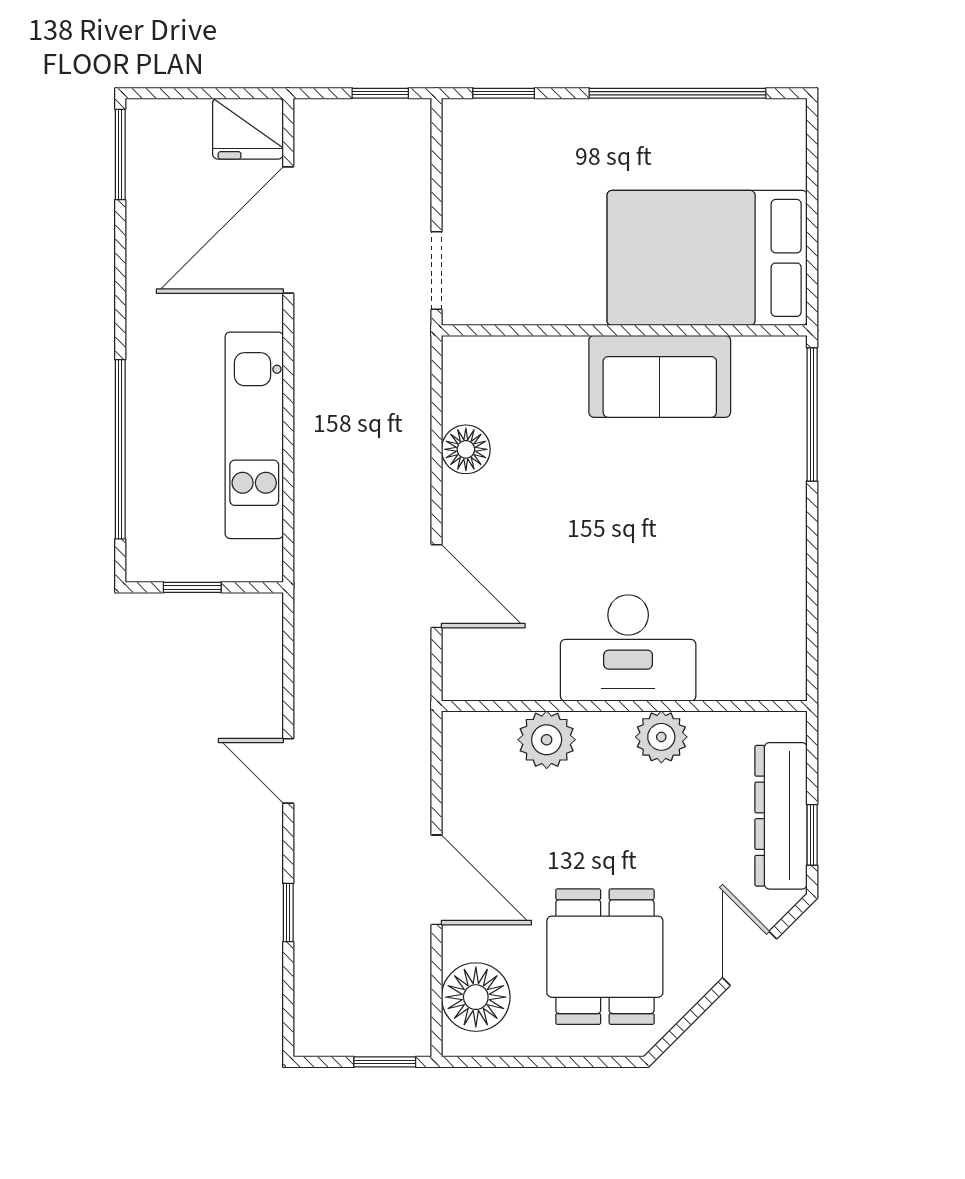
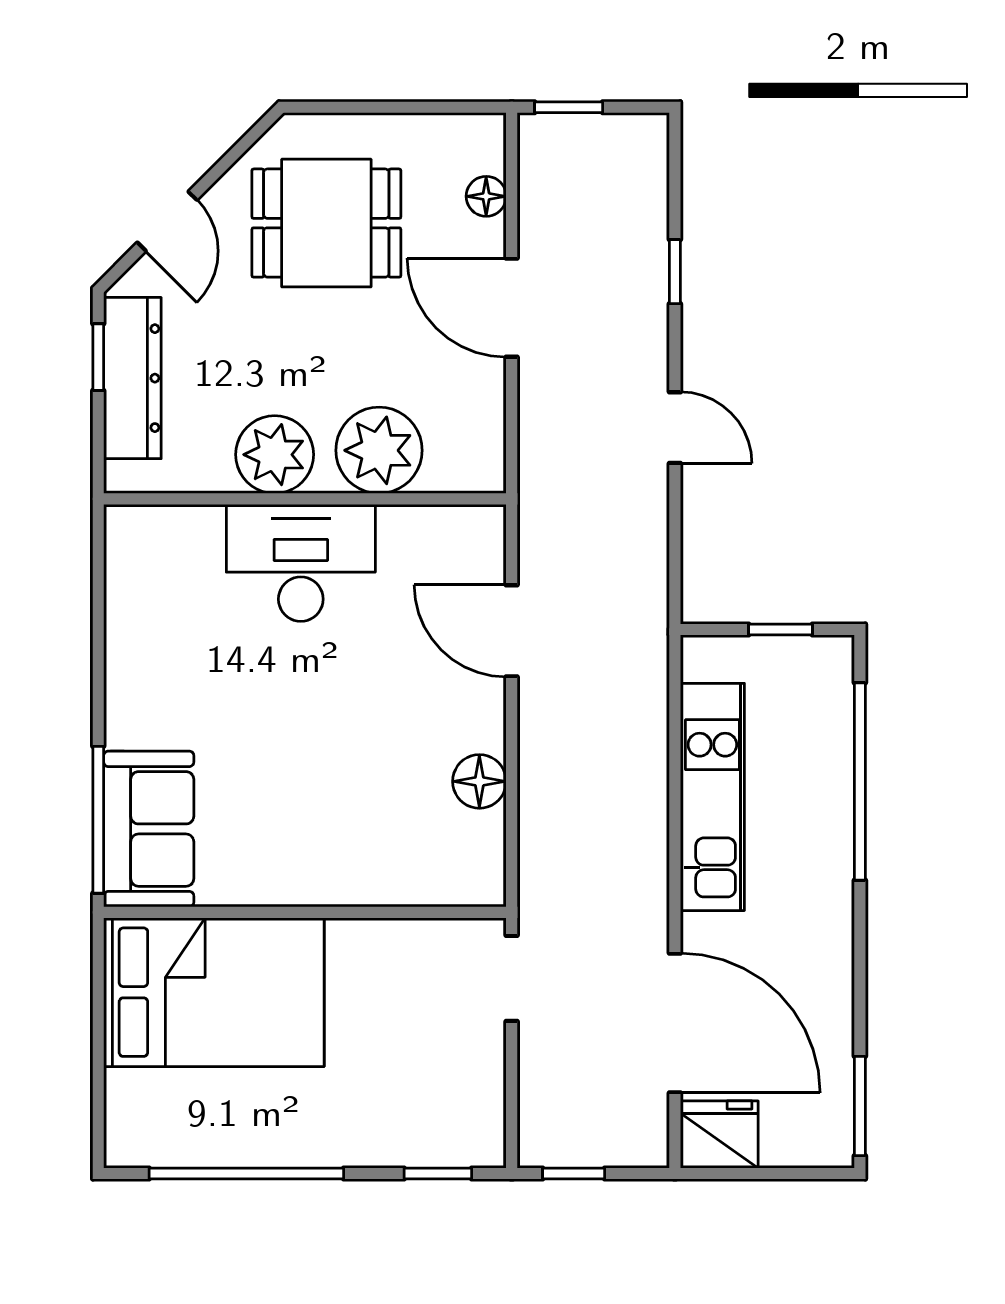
door: (288, 230) -> (675, 1023), hinge flipped
sofa: (660, 376) -> (149, 829), moved, turned 90
plant: (661, 737) -> (275, 455), width x1.36, depth x1.36
plant: (547, 740) -> (379, 450), width x1.36, depth x1.36
dining table: (605, 957) -> (326, 223), turned 90
floor lamp: (476, 997) -> (486, 196), width x0.53, depth x0.53

